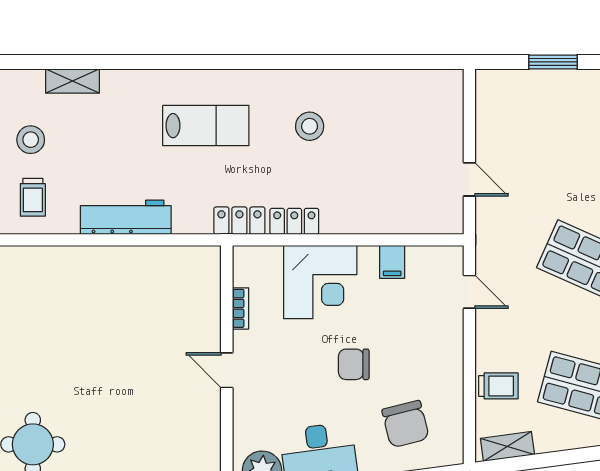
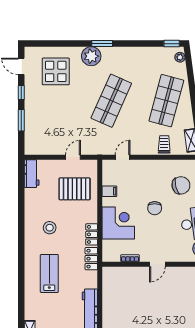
workbench: (432, 85) -> (32, 174), added
pallet: (398, 183) -> (75, 189), added

